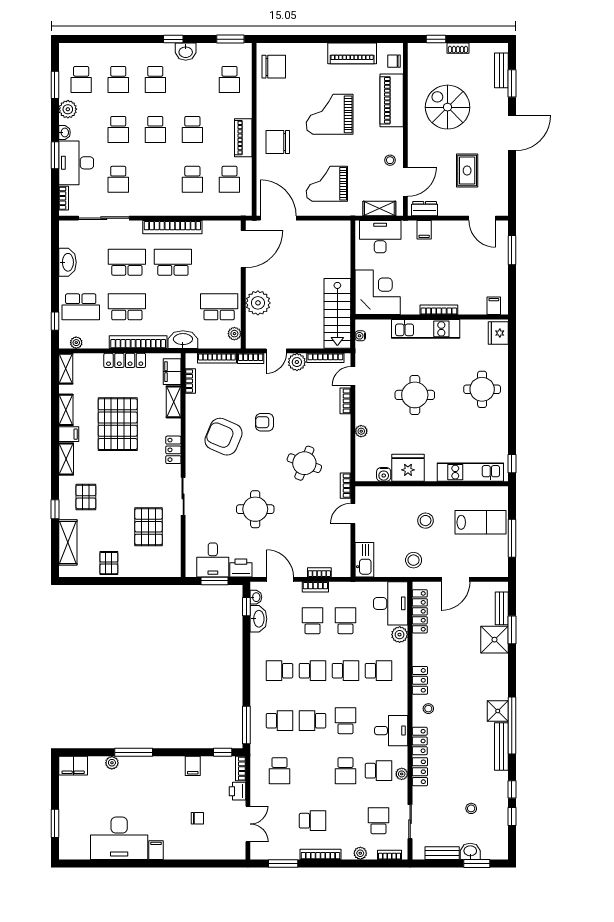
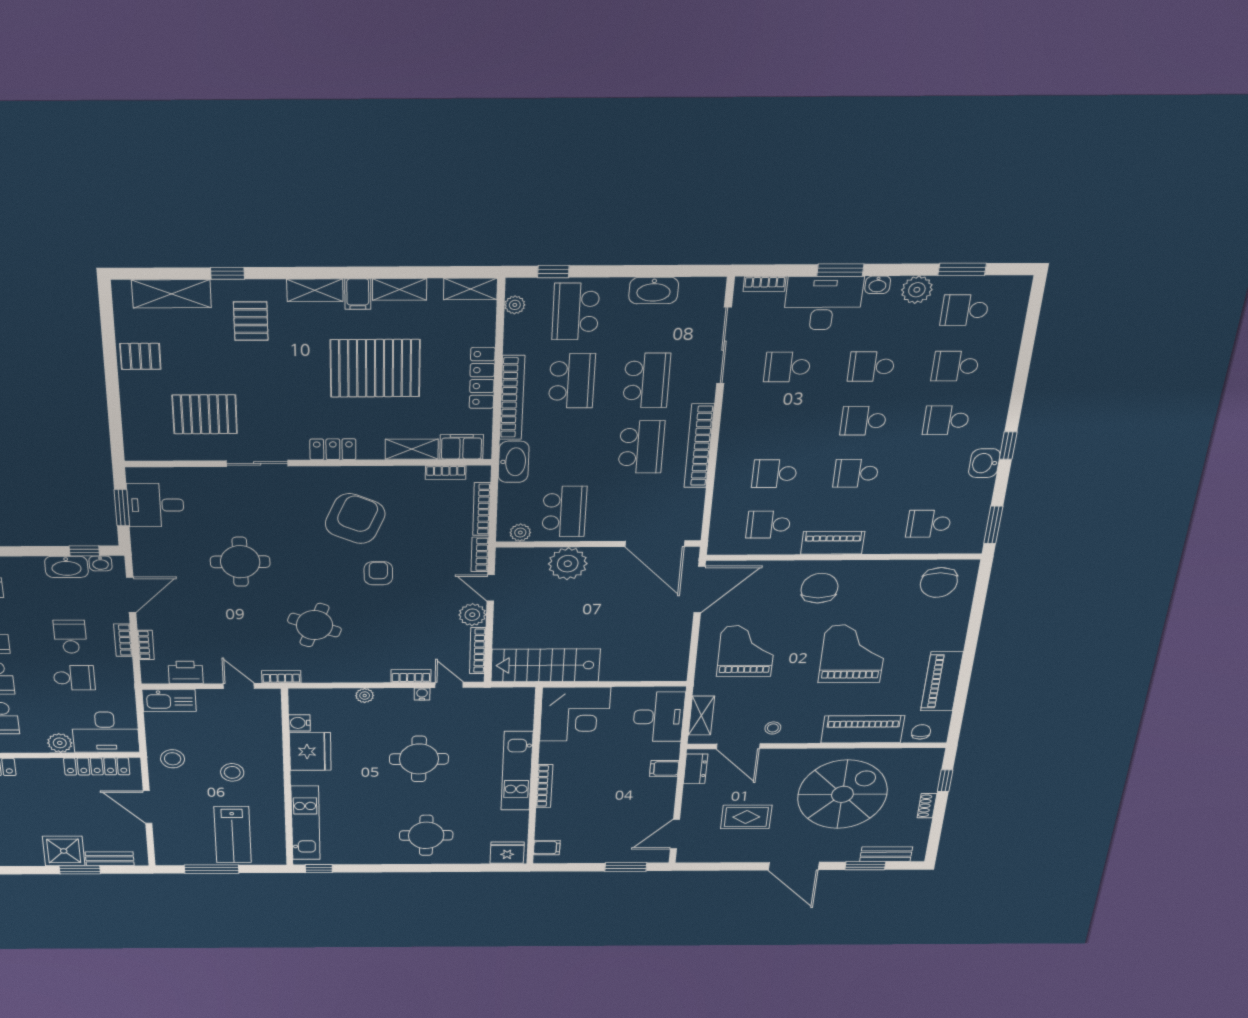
spiral stairs: (448, 107) -> (842, 794), width x1.37, depth x1.37
water cooler: (360, 336) -> (422, 694), moved
pallet: (86, 497) -> (251, 321), turned 90
printer: (241, 568) -> (186, 672), moved, turned -90
school desk: (312, 621) -> (70, 637), turned -90

